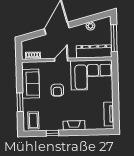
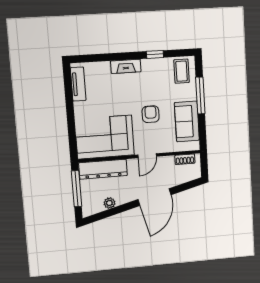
window: (20, 102) -> (200, 95), width x1.44

